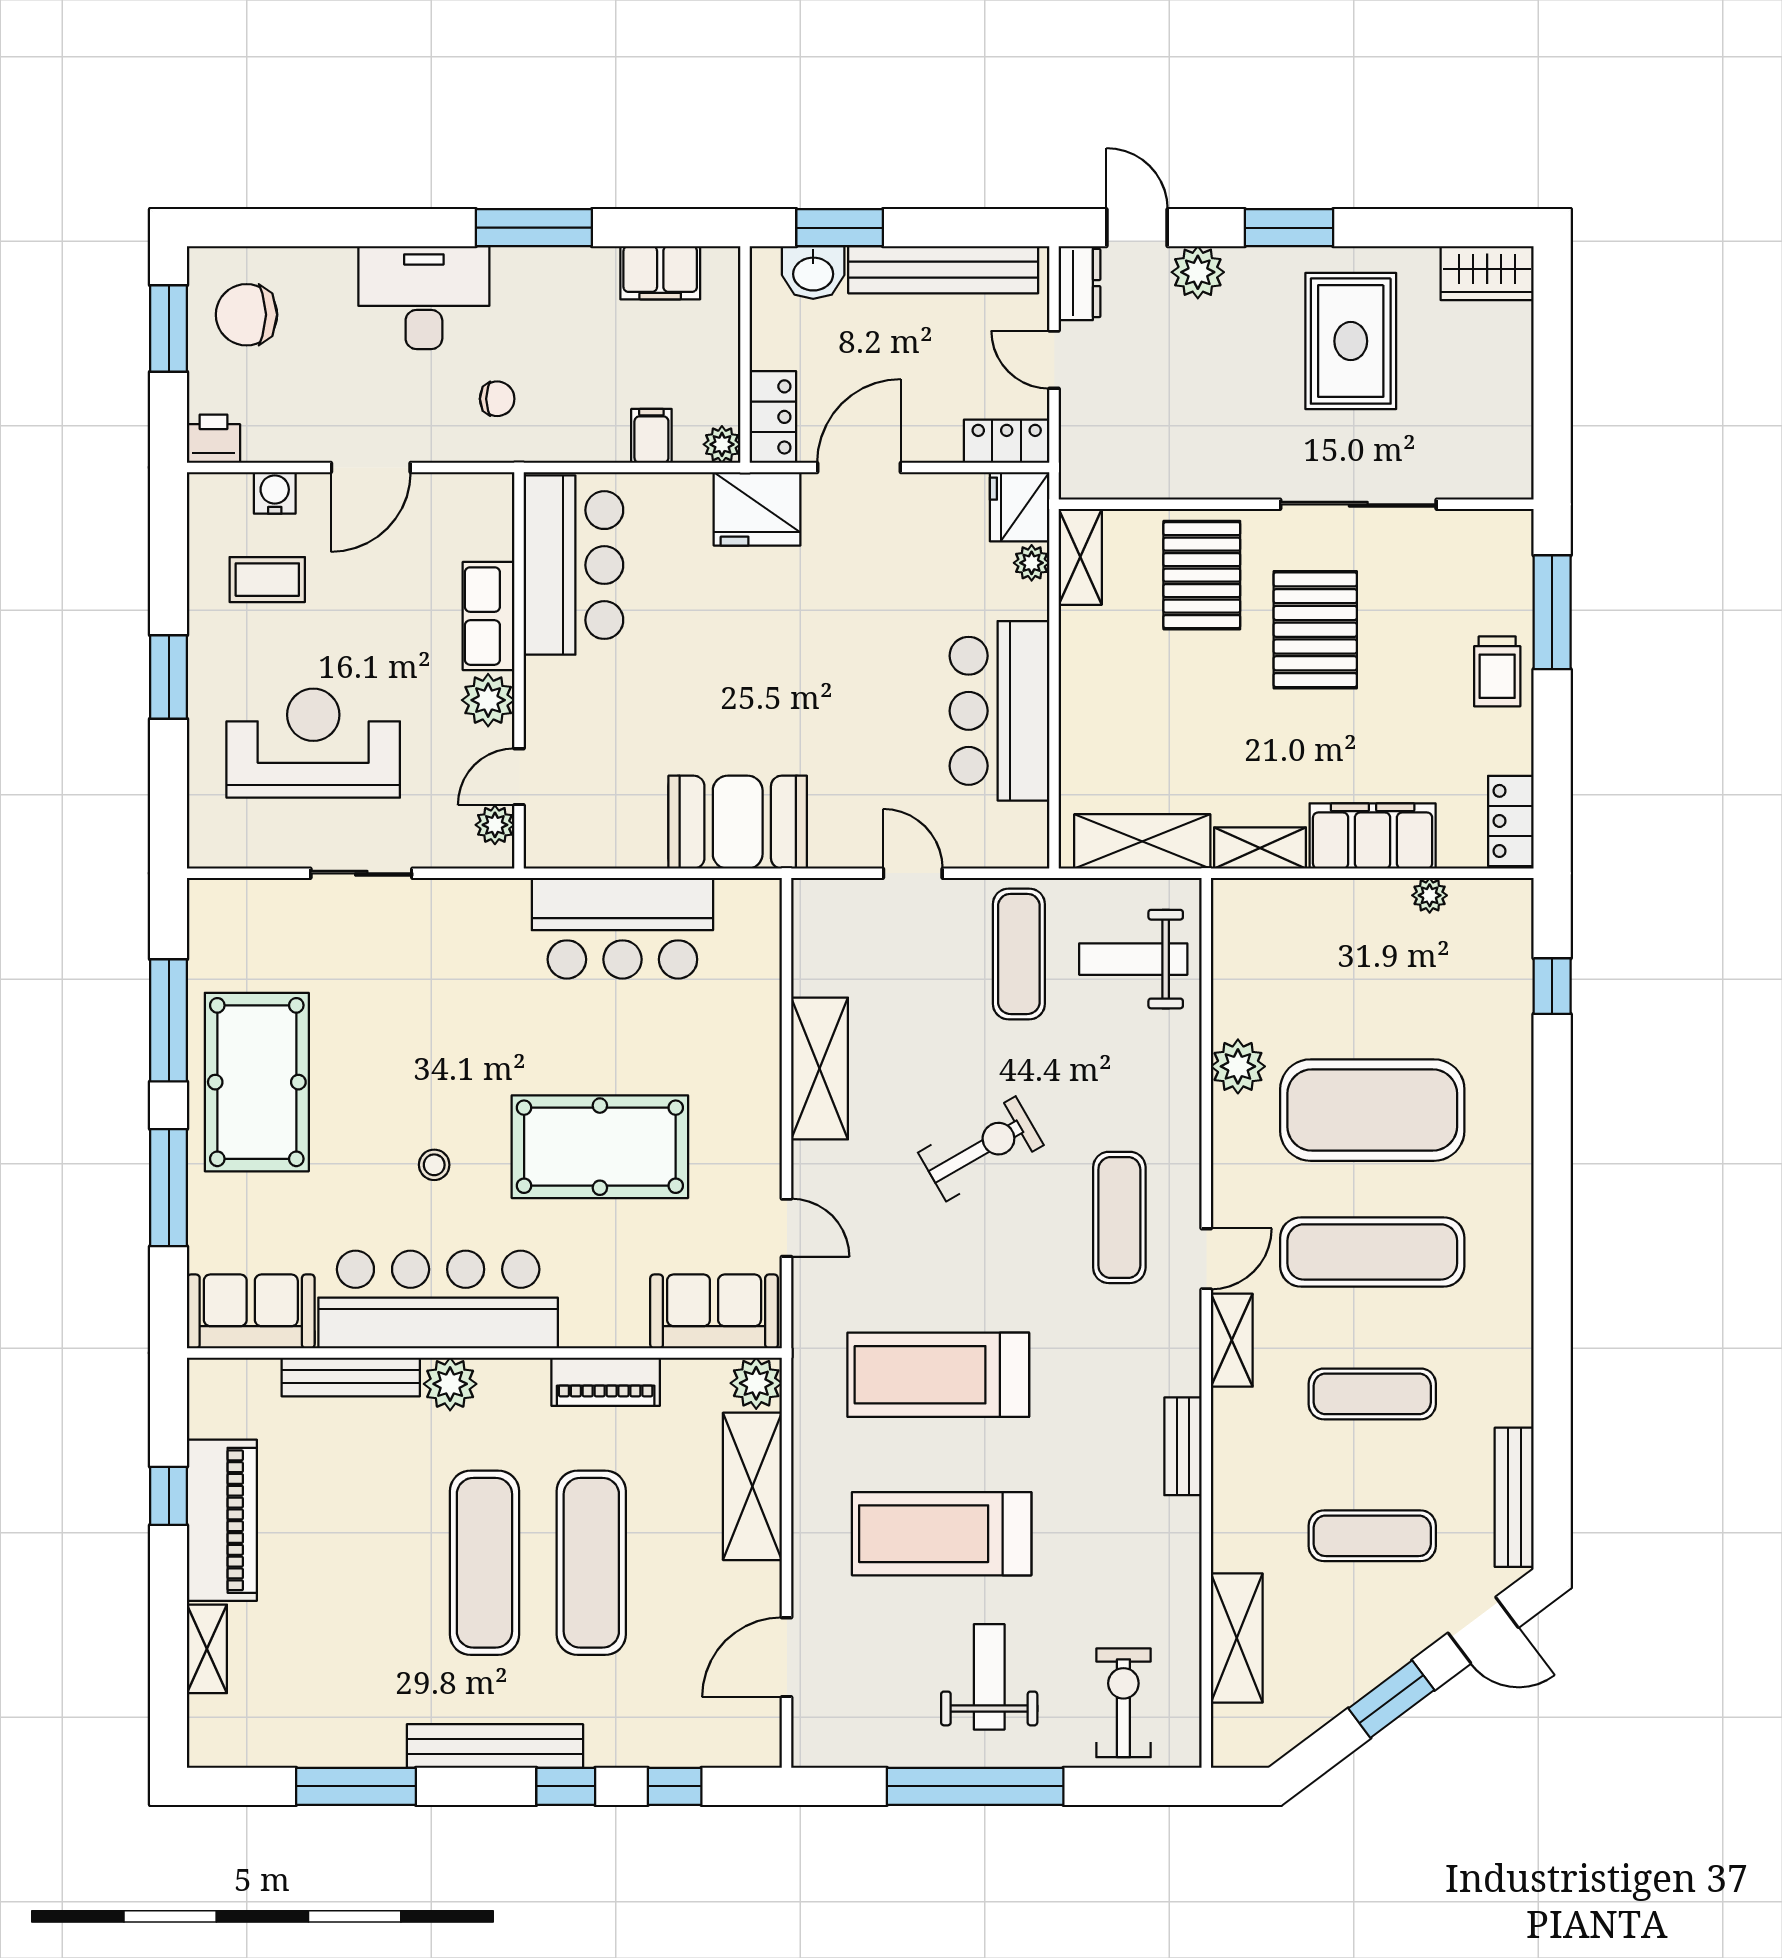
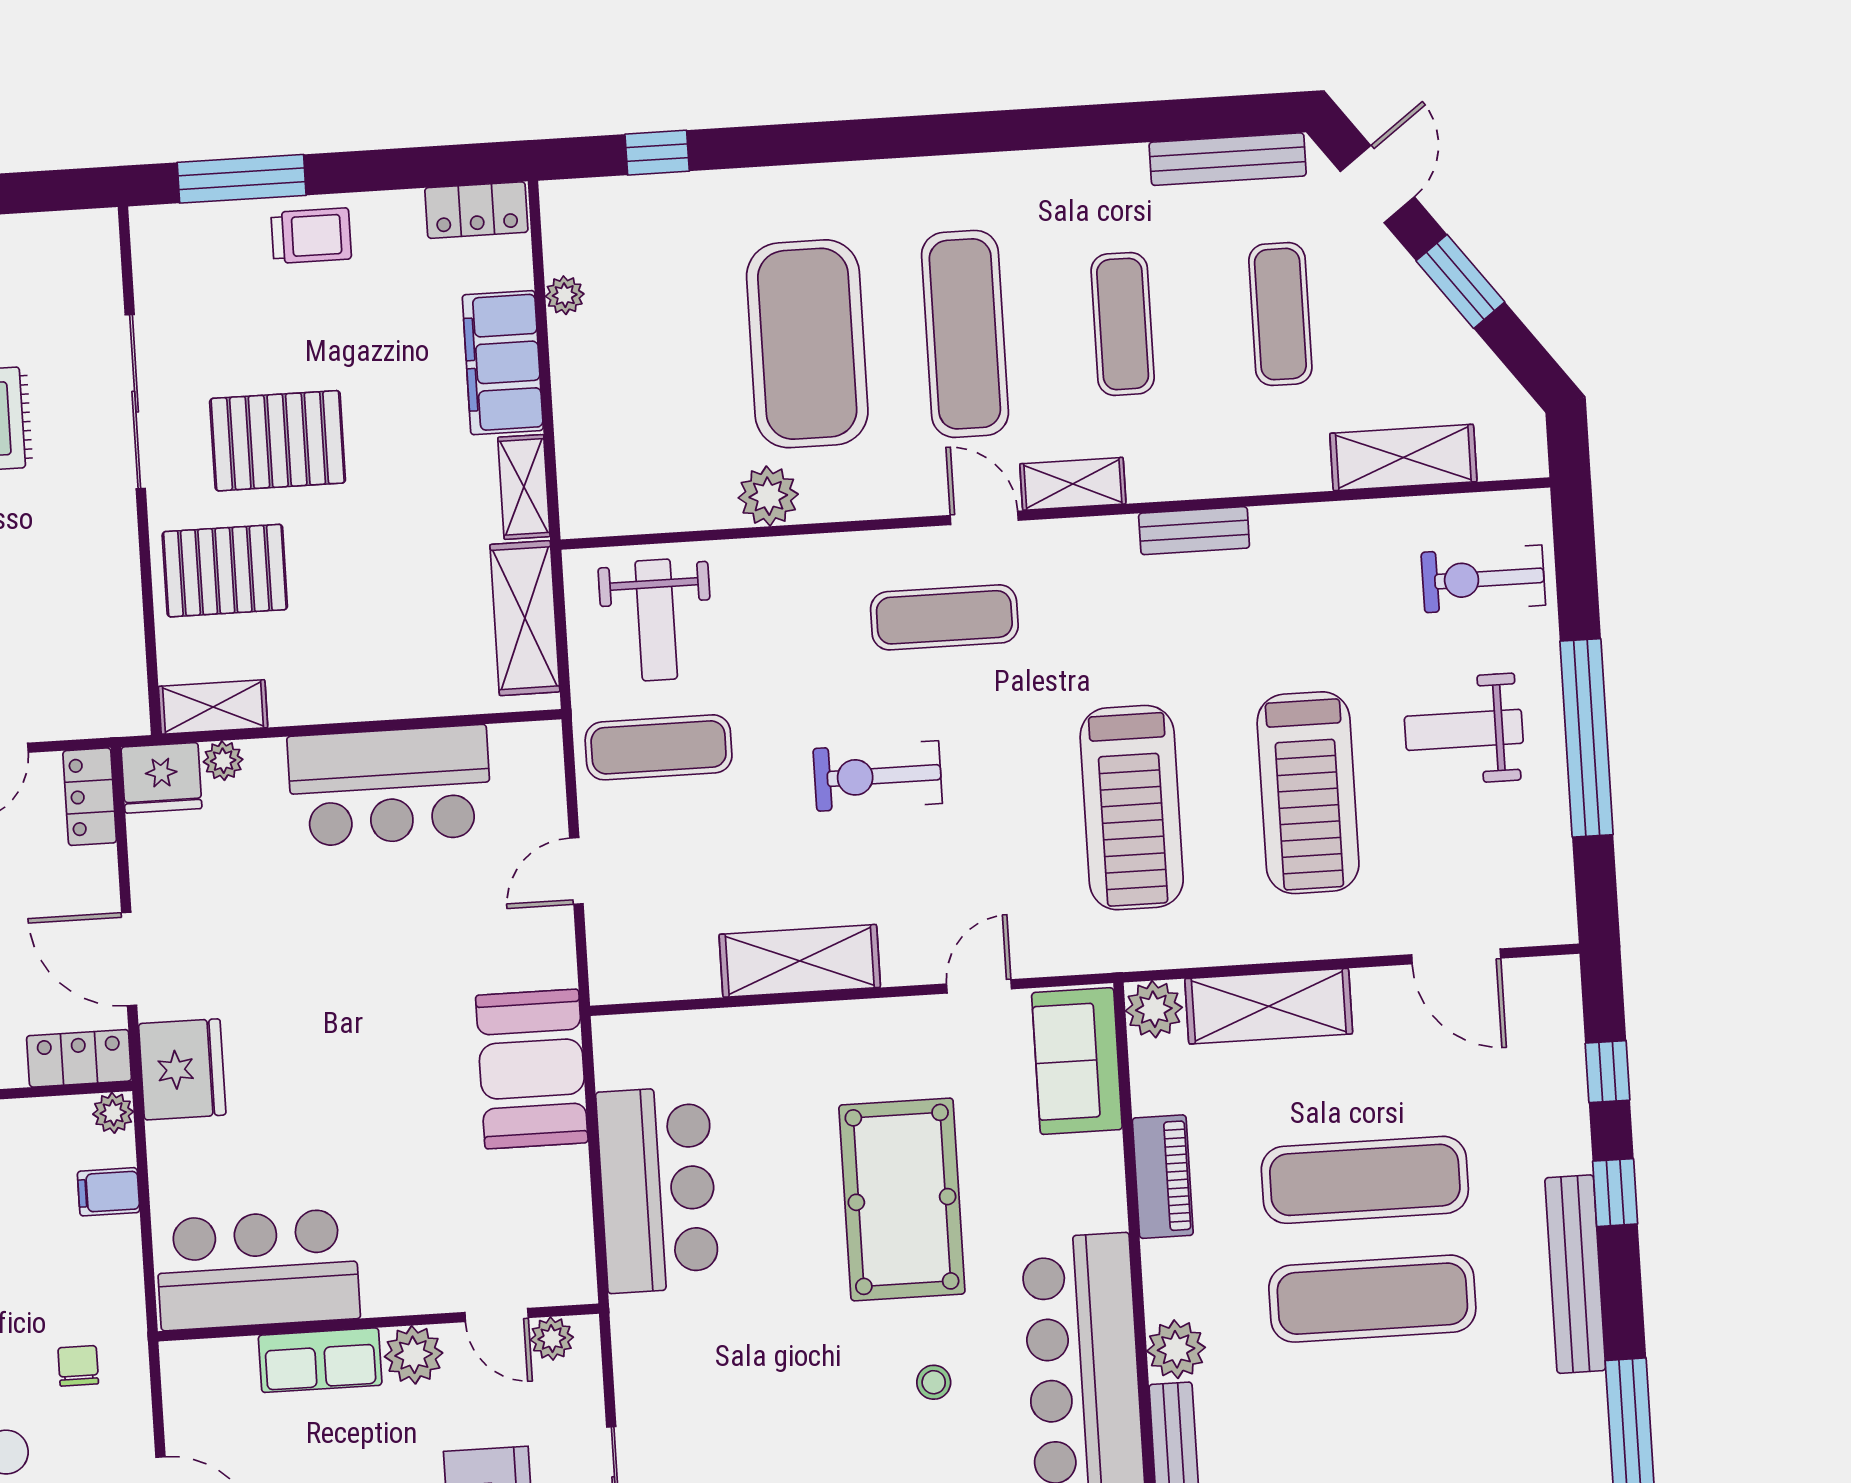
exercise bike: (981, 1149) -> (878, 776), turned -60

